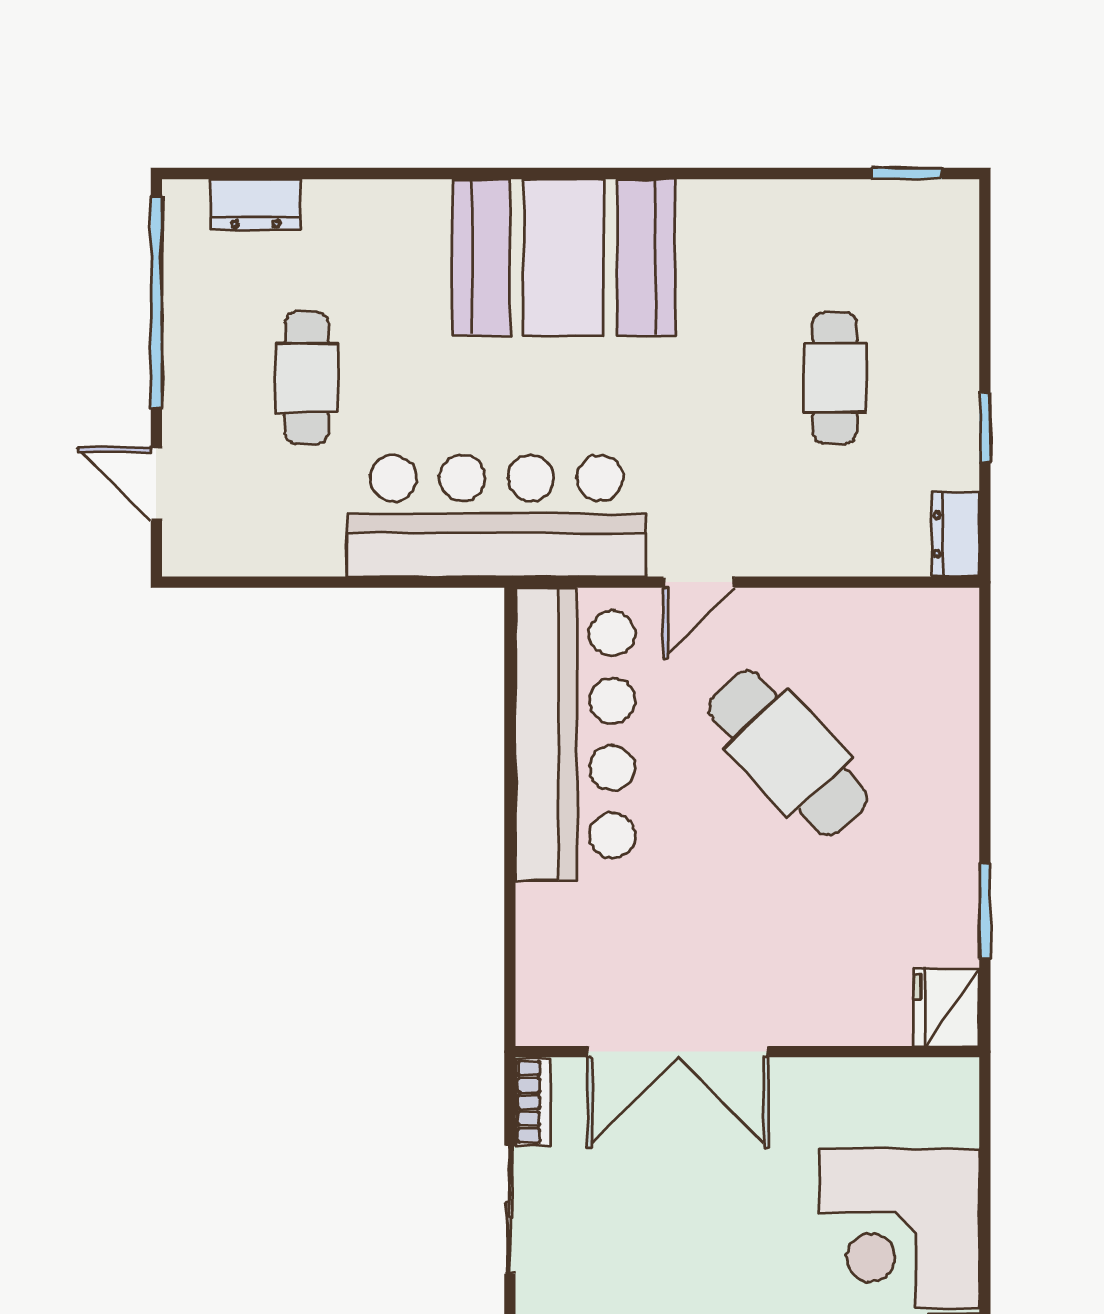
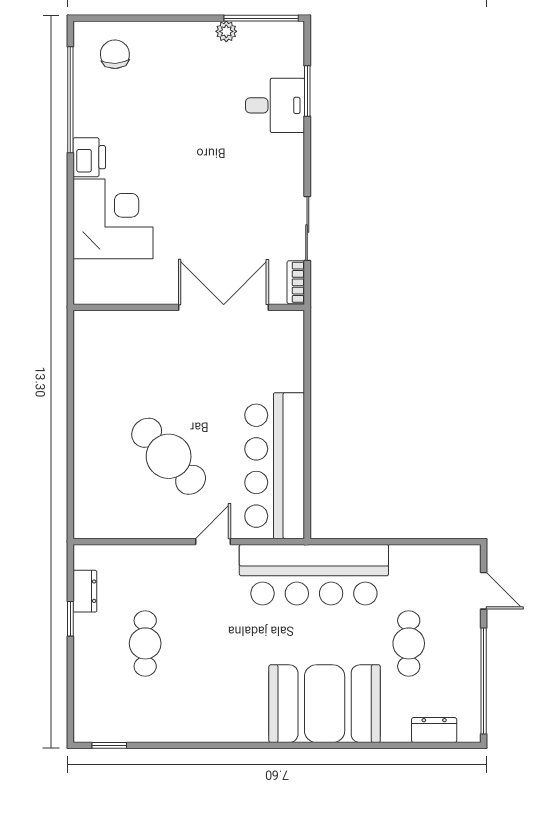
booth: (564, 257) -> (325, 704), moved
dresser: (956, 534) -> (85, 591), moved
window: (985, 911) -> (70, 378), removed
fridge: (946, 1007) -> (90, 329), removed

